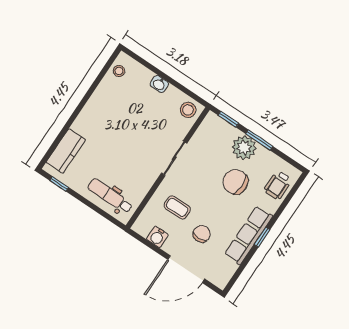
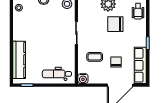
kitchen counter: (66, 151) -> (19, 60), width x1.50
row of seats: (249, 235) -> (140, 65), moved
water cooler: (157, 237) -> (83, 79), moved

